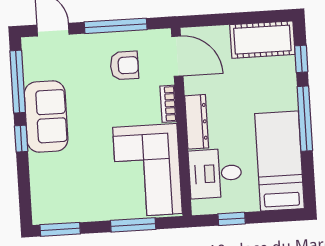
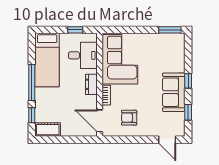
window: (116, 26) -> (133, 140), removed
cot: (262, 40) -> (48, 130), width x0.73, depth x0.75
window: (18, 82) -> (188, 112), width x0.46
dresser: (197, 122) -> (91, 84), width x0.70
window: (133, 225) -> (130, 30), removed

